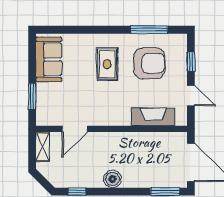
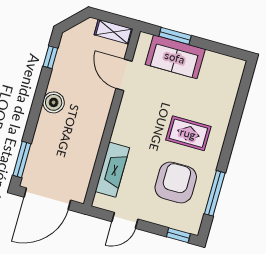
sofa: (49, 59) -> (175, 57), moved
window: (191, 62) -> (178, 235), moved
armchair: (149, 63) -> (176, 182), turned 180

